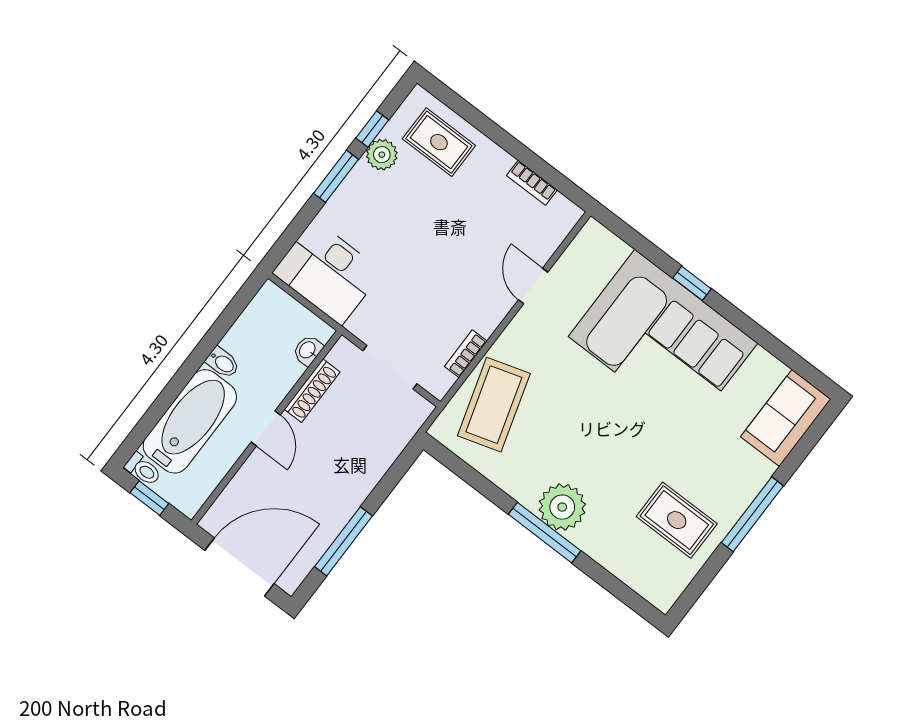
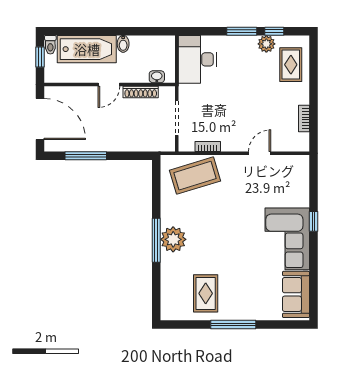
corner sofa: (663, 340) -> (287, 239), width x0.73, depth x0.74
sofa: (786, 418) -> (296, 294), moved, turned -90

